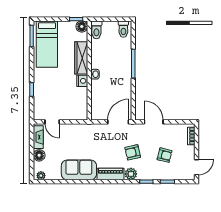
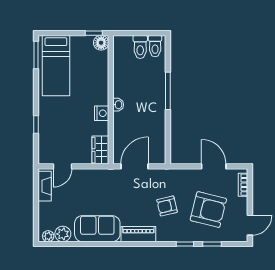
toilet: (96, 30) -> (140, 47), moved
wardrobe: (81, 58) -> (100, 150), moved, width x0.67
door: (52, 122) -> (63, 166), hinge flipped
door: (118, 122) -> (134, 166), moved
door: (154, 122) -> (214, 166), moved
floor lamp: (39, 155) -> (46, 210), removed
armchair: (165, 155) -> (208, 210), width x1.88, depth x1.88
plant: (131, 174) -> (63, 234), moved

